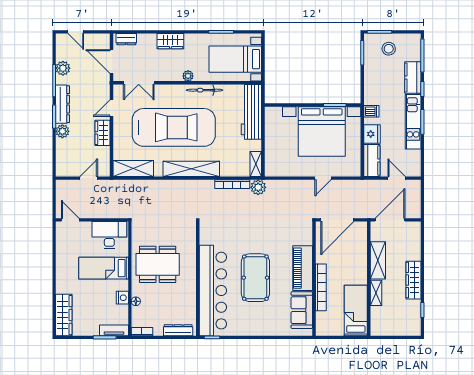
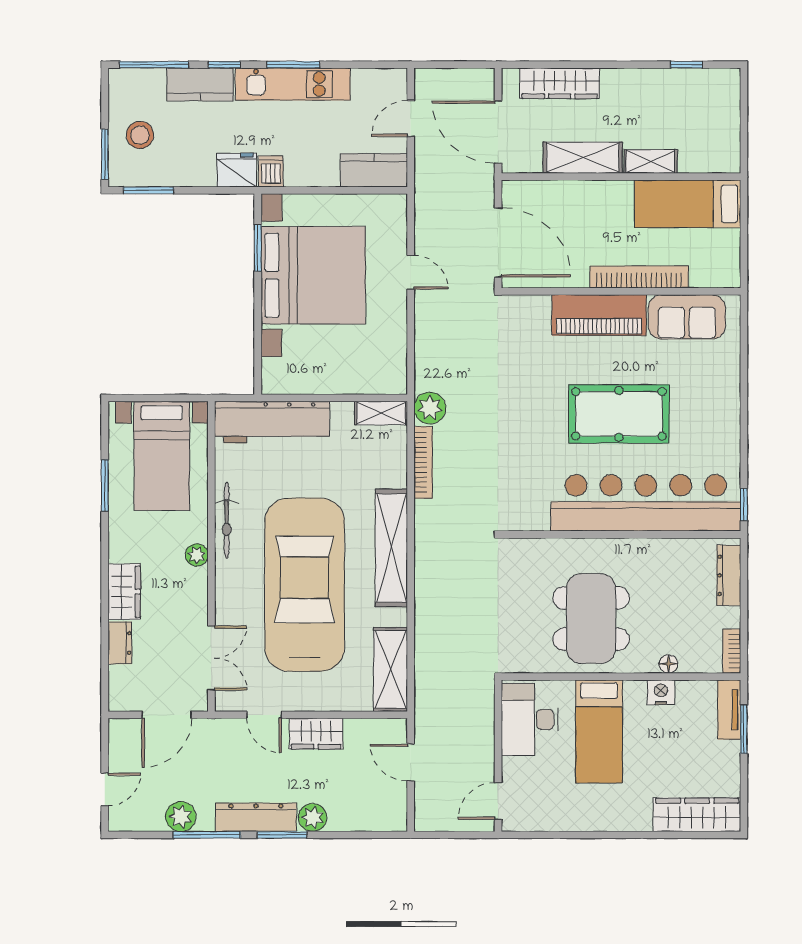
dresser: (126, 39) -> (120, 643), moved
fridge: (372, 134) -> (237, 170), moved
wardrobe: (413, 280) -> (560, 83), moved

